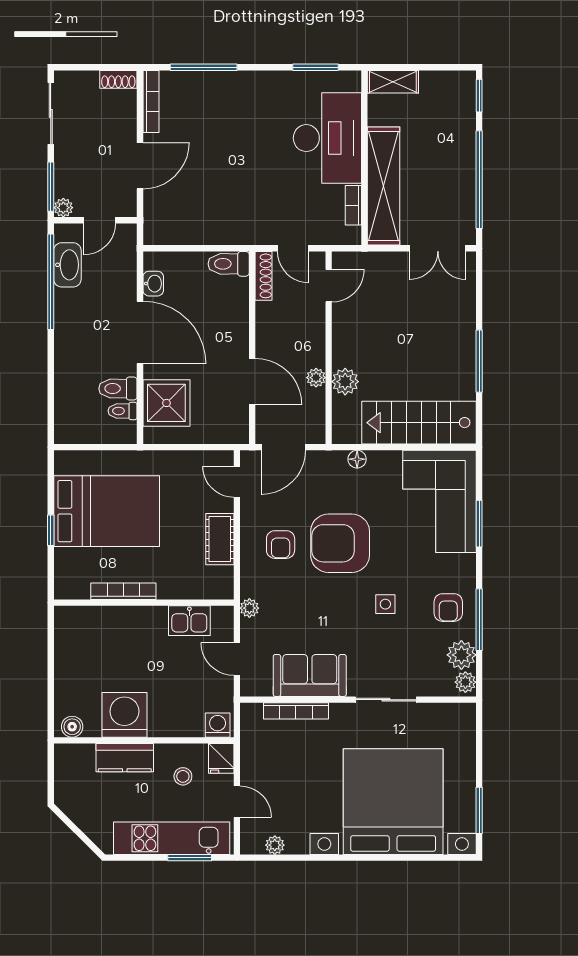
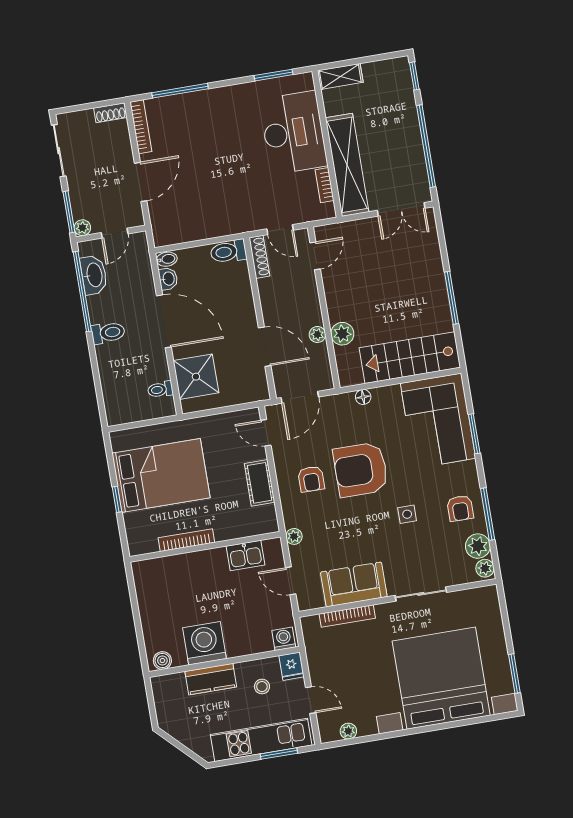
bidet: (155, 261) -> (167, 259), added
toilet: (118, 389) -> (108, 333), moved, turned 180

